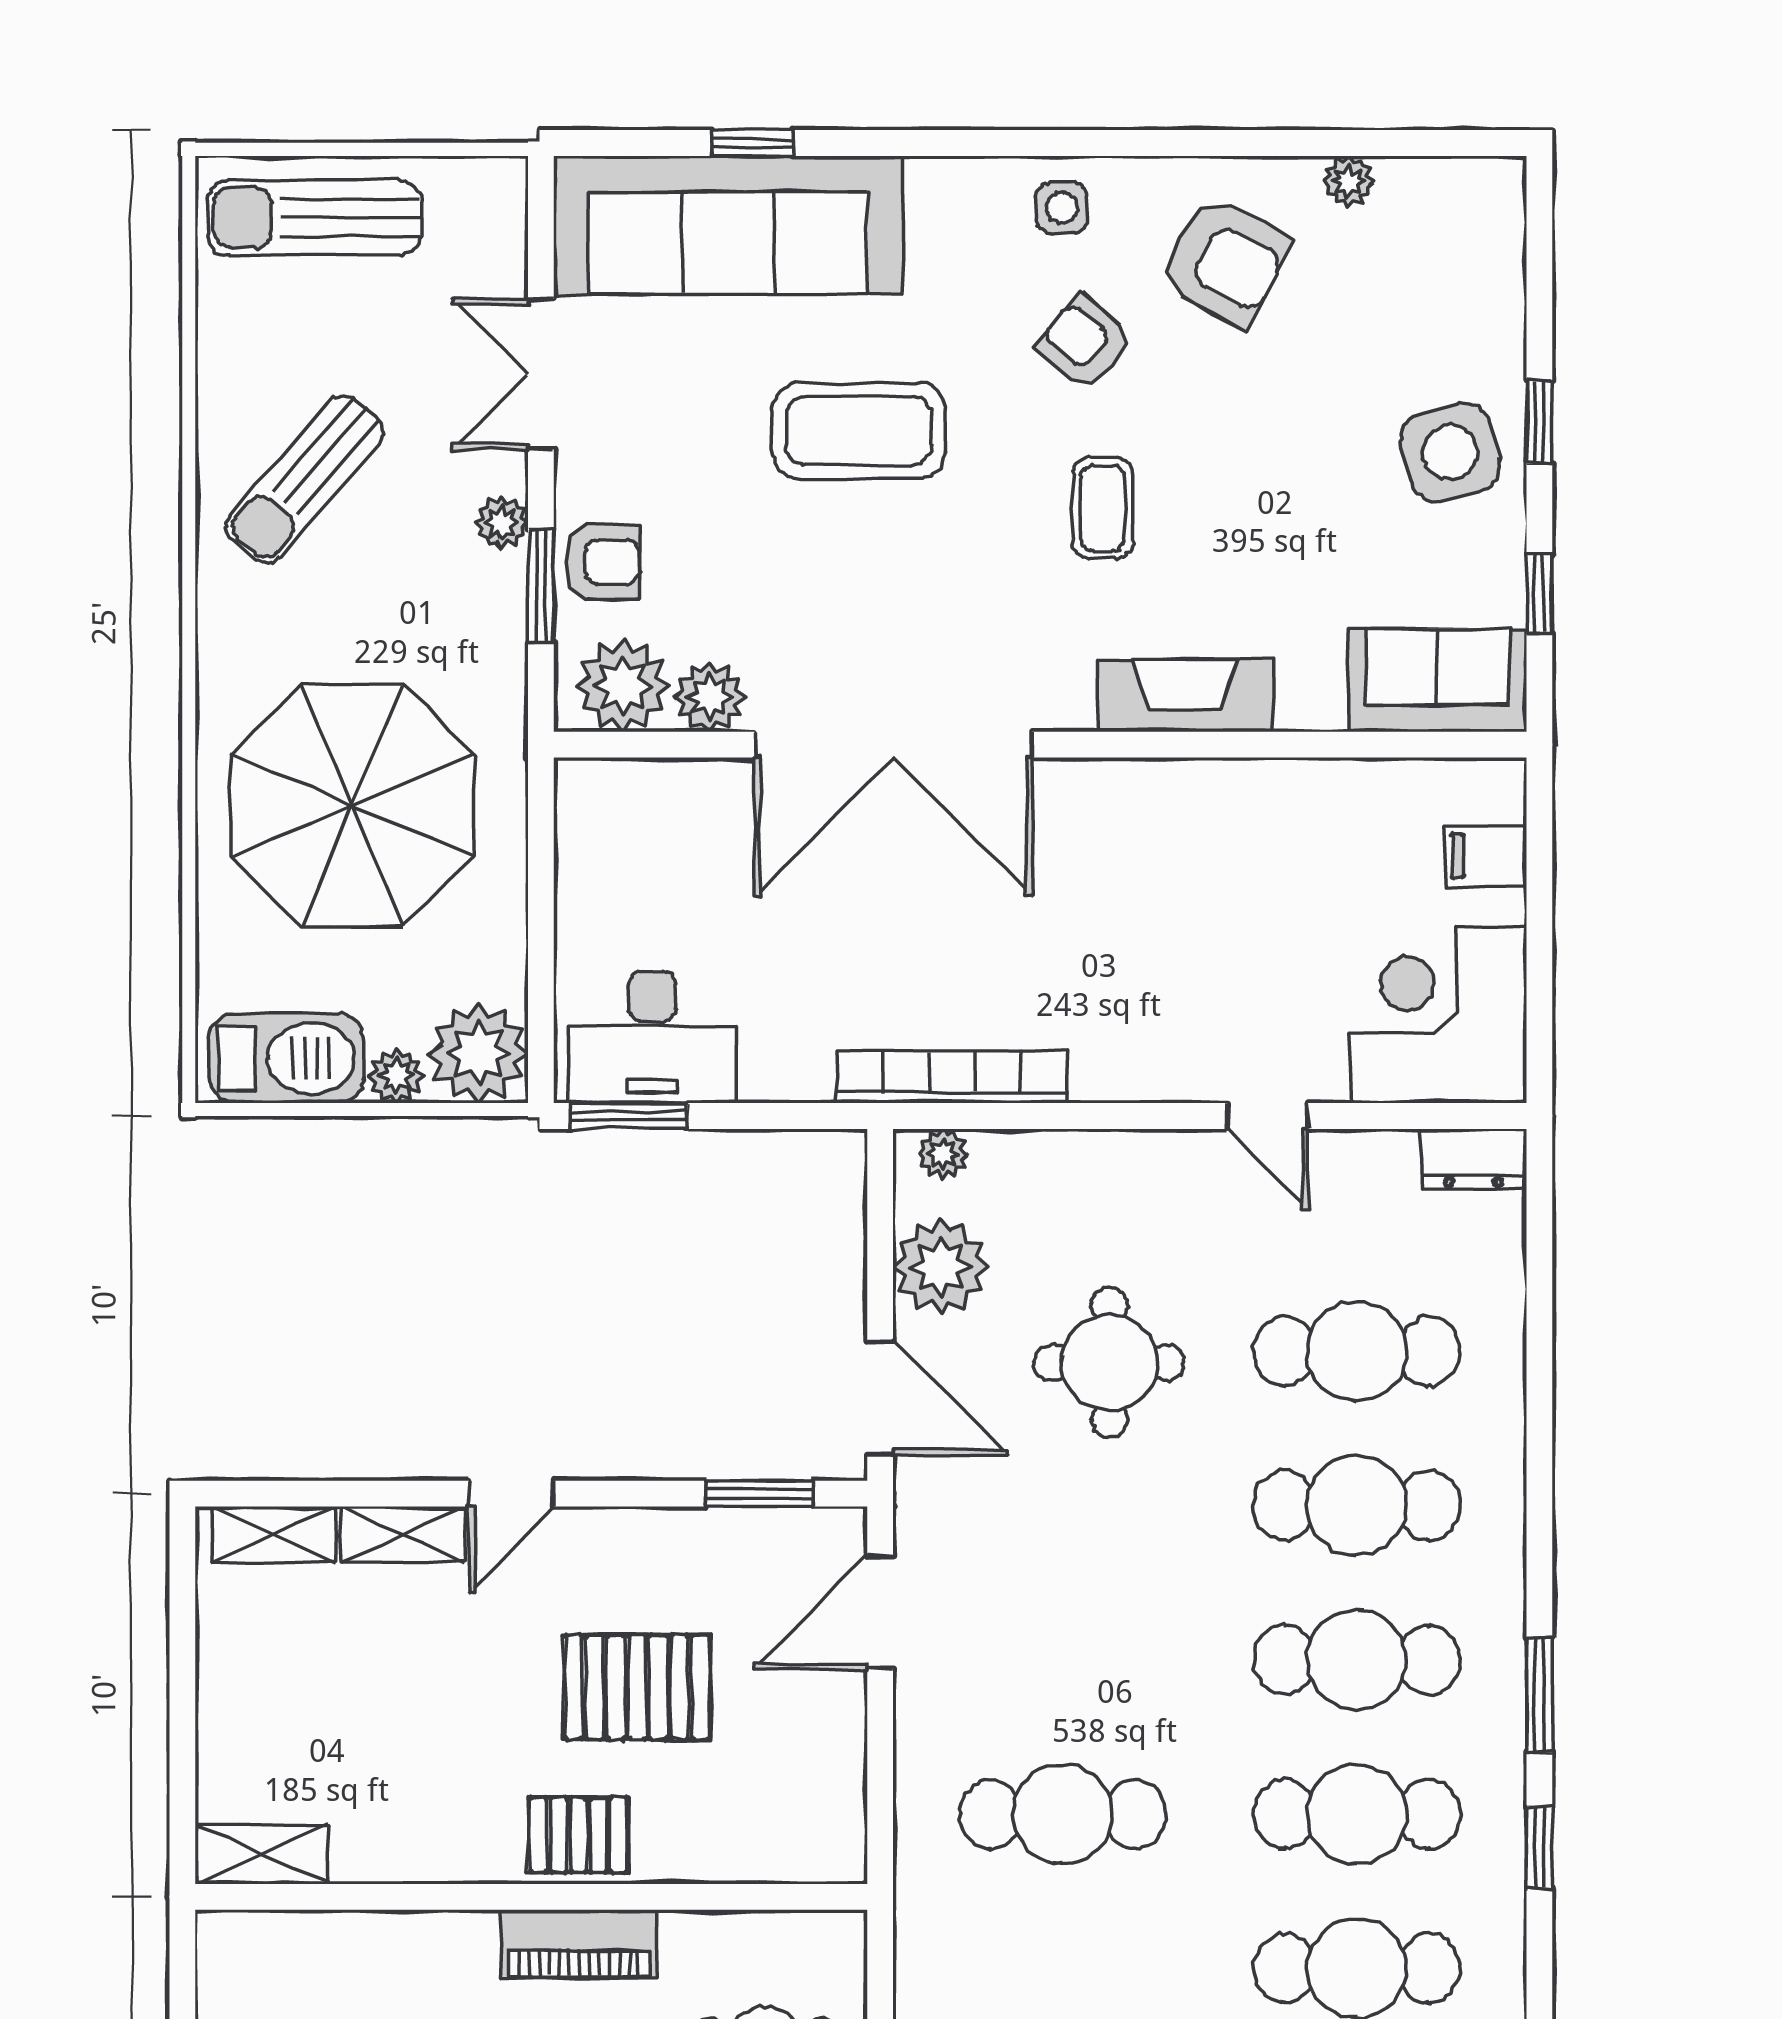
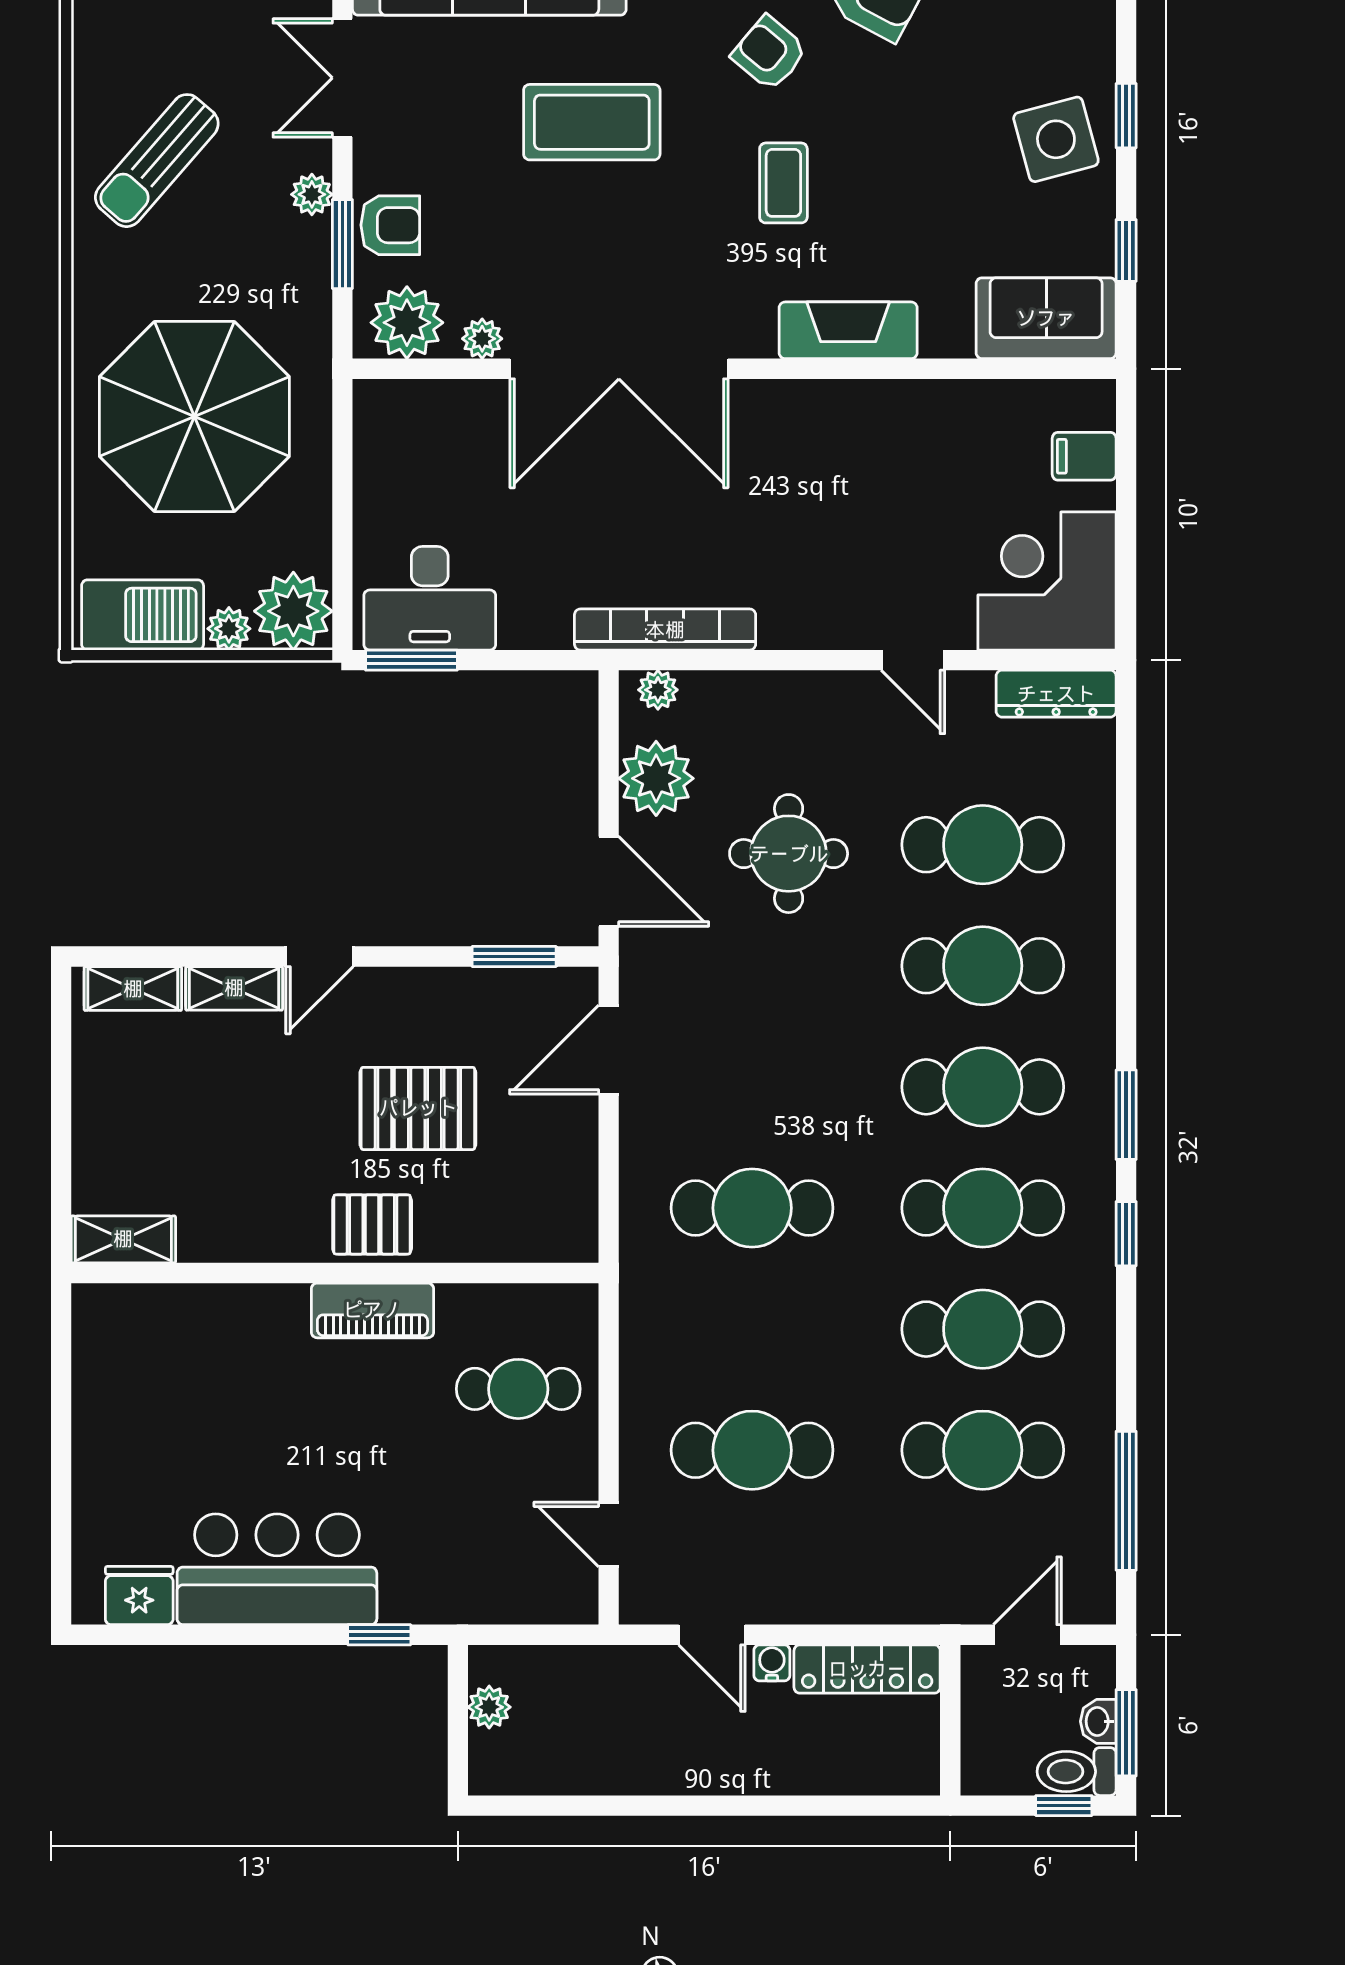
plant: (709, 697) -> (482, 339), width x0.73, depth x0.73
dresser: (1473, 1159) -> (1056, 694), width x1.44

